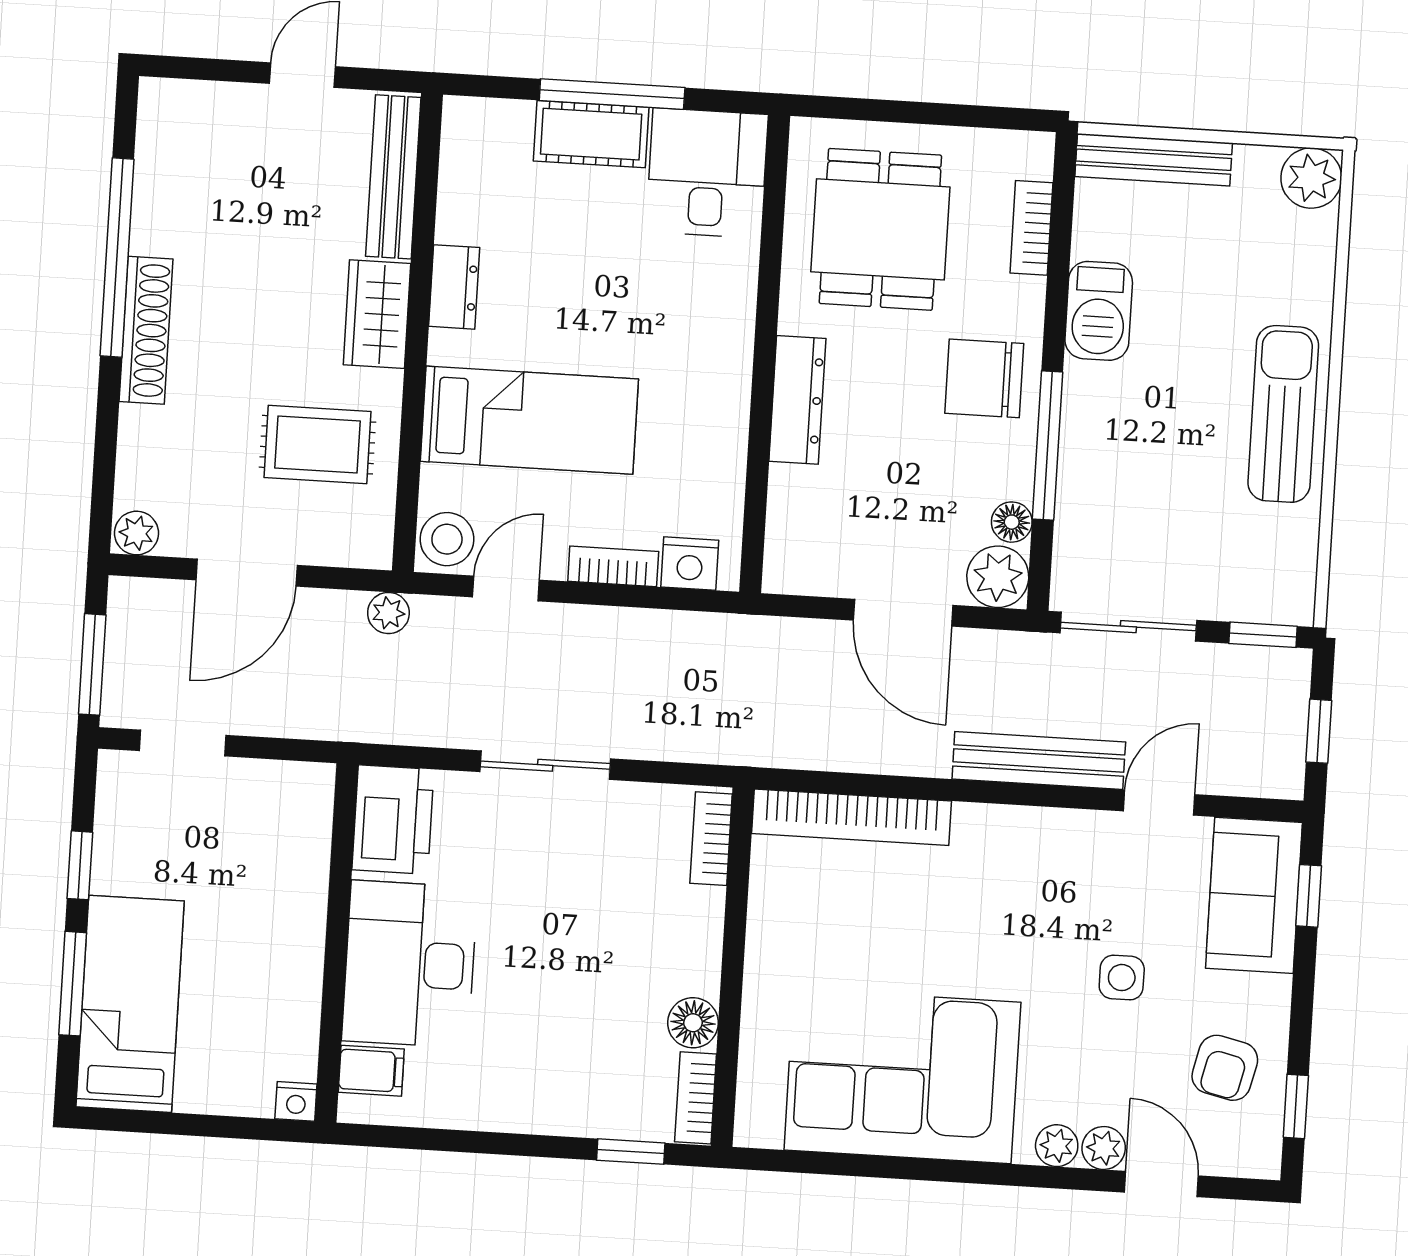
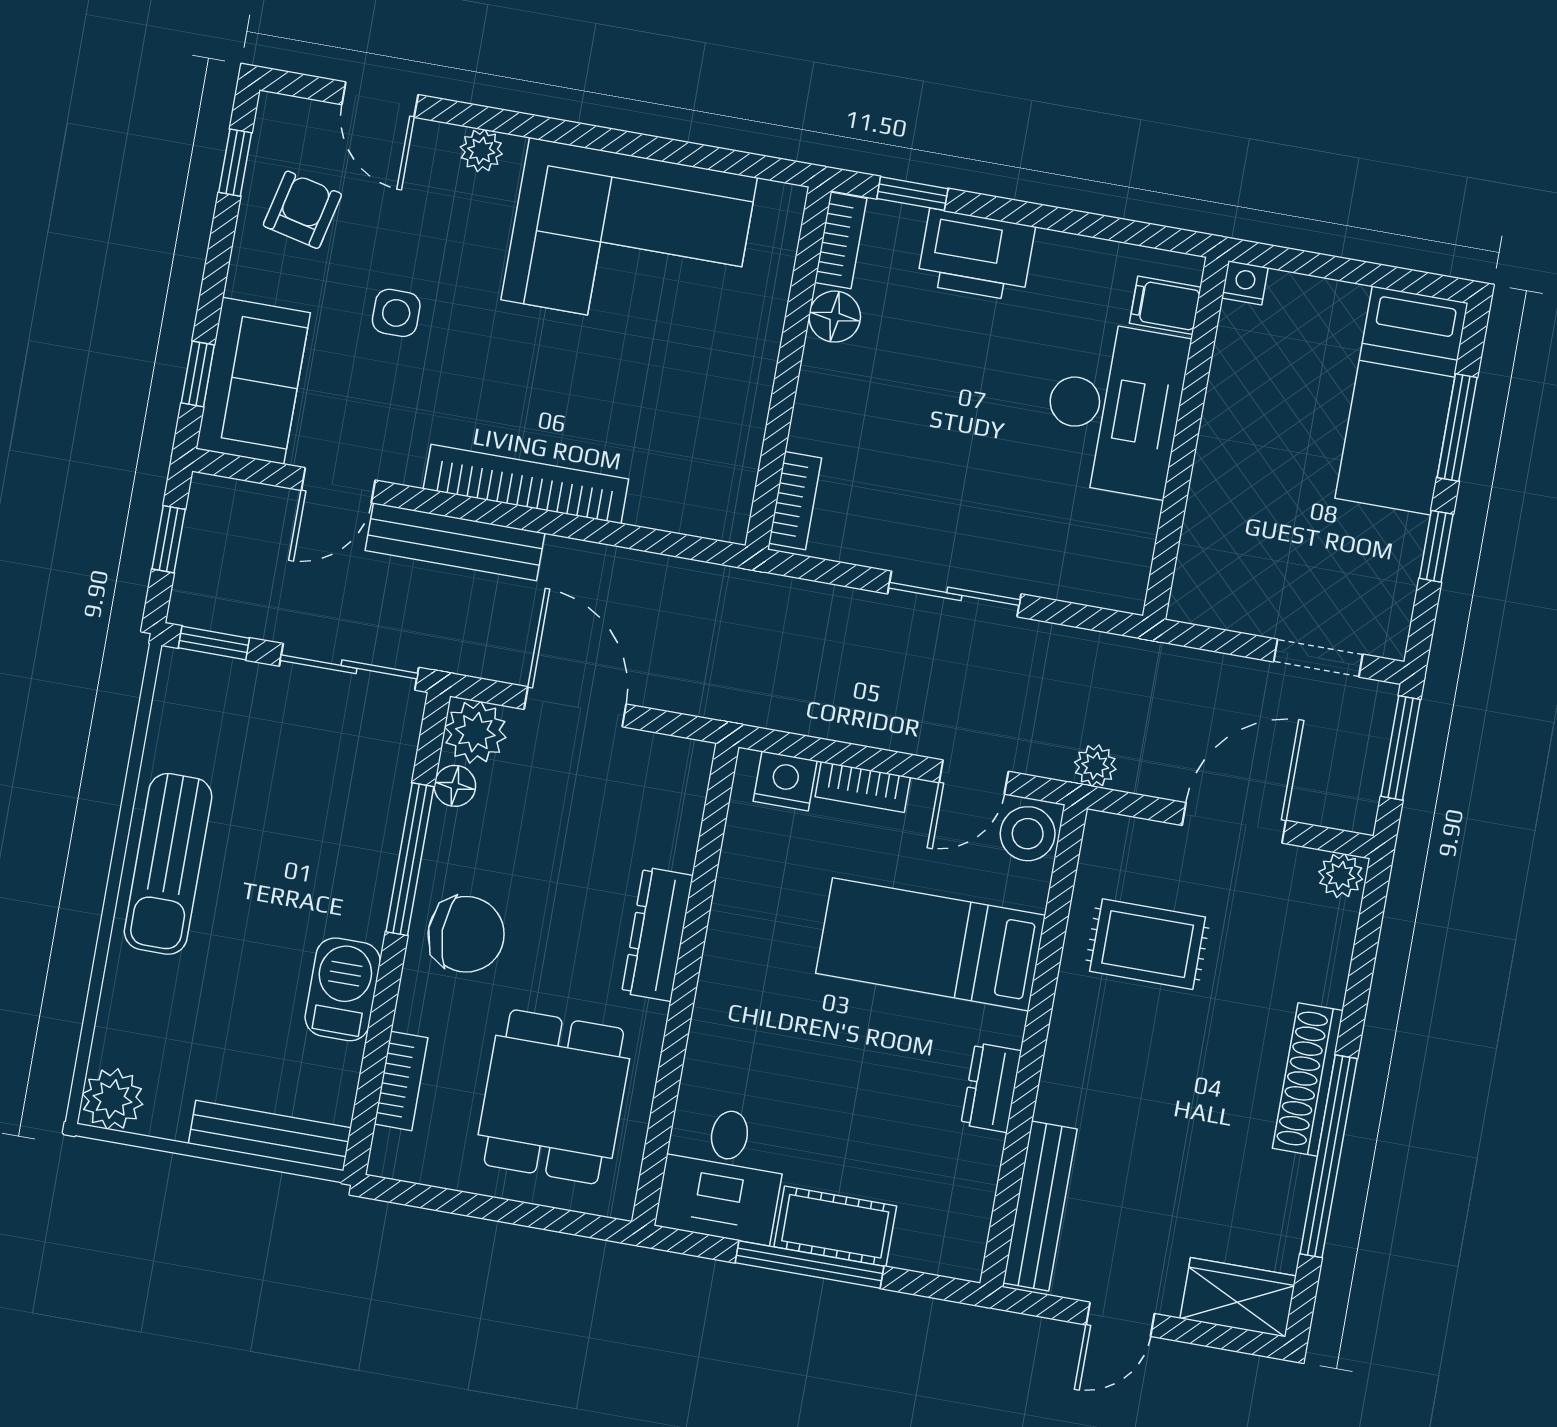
wardrobe: (377, 314) -> (1238, 1297), moved, turned -90
bookcase: (851, 817) -> (526, 484), moved
printer: (393, 820) -> (976, 255), moved, turned -90
plant: (1104, 1148) -> (434, 143), removed

